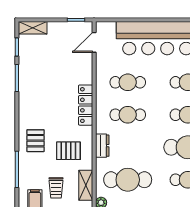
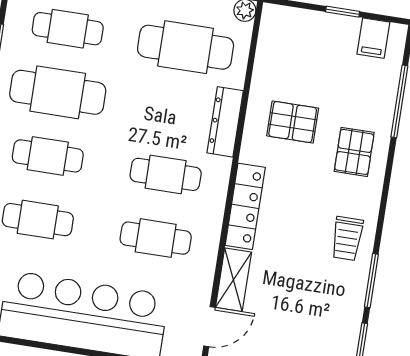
dresser: (102, 146) -> (225, 122), width x1.44
shelving: (86, 185) -> (233, 280), moved
trolley: (56, 188) -> (347, 239), moved, turned 180

